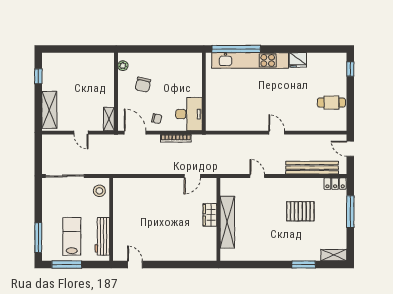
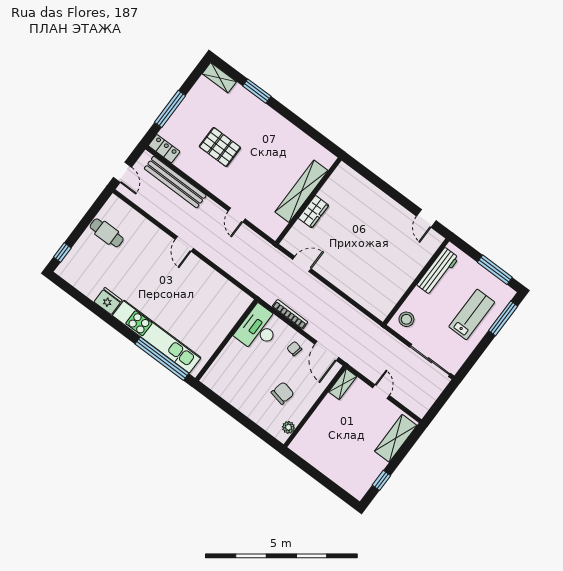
lab bench: (72, 236) -> (472, 314), moved, turned 180

